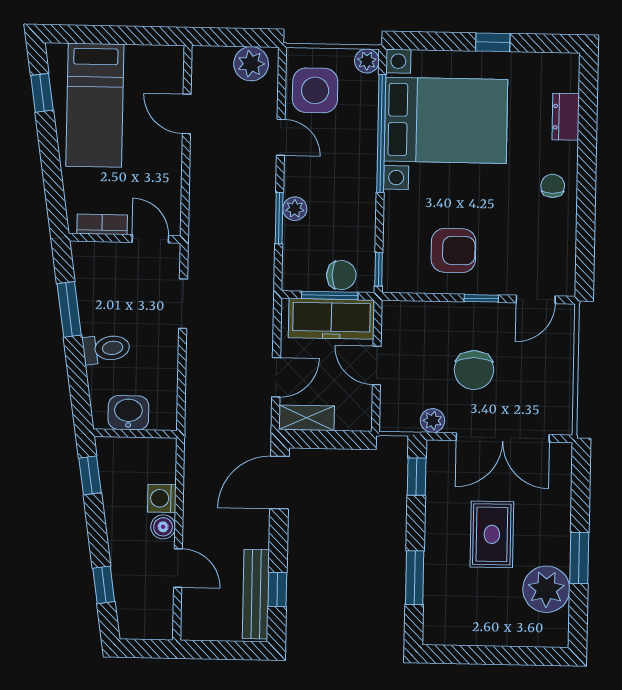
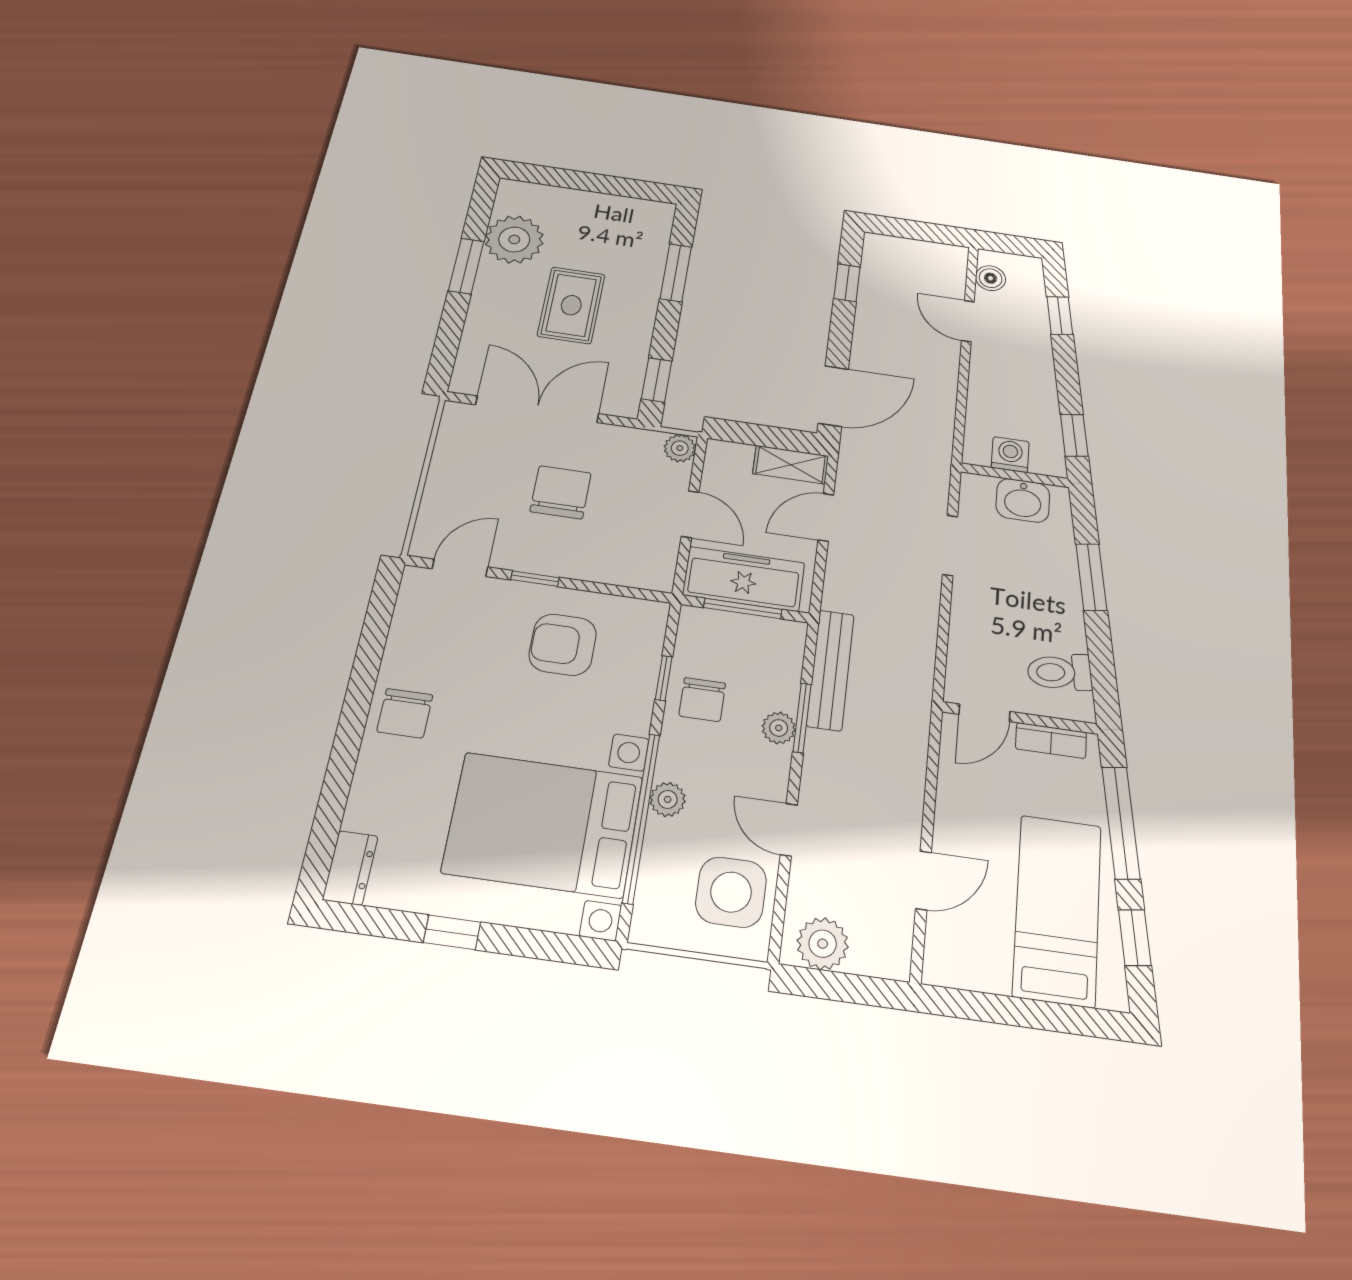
plant: (367, 61) -> (668, 799), moved
door: (187, 114) -> (923, 880), hinge flipped
dresser: (566, 117) -> (350, 868), moved
window: (52, 171) -> (1121, 823), added
chair: (553, 186) -> (405, 713), width x1.37, depth x1.37
door: (150, 239) -> (984, 713), hinge flipped
window: (379, 269) -> (664, 678), moved
chair: (341, 275) -> (702, 700), moved, turned -90
doorway: (183, 304) -> (950, 545), moved
window: (69, 309) -> (1091, 577), moved
toilet: (106, 349) -> (1060, 672), moved
plant: (432, 421) -> (680, 448), moved
washing machine: (162, 498) -> (1010, 455), moved, turned -90
boiler: (163, 527) -> (991, 278), moved
bench: (256, 594) -> (830, 670), moved

